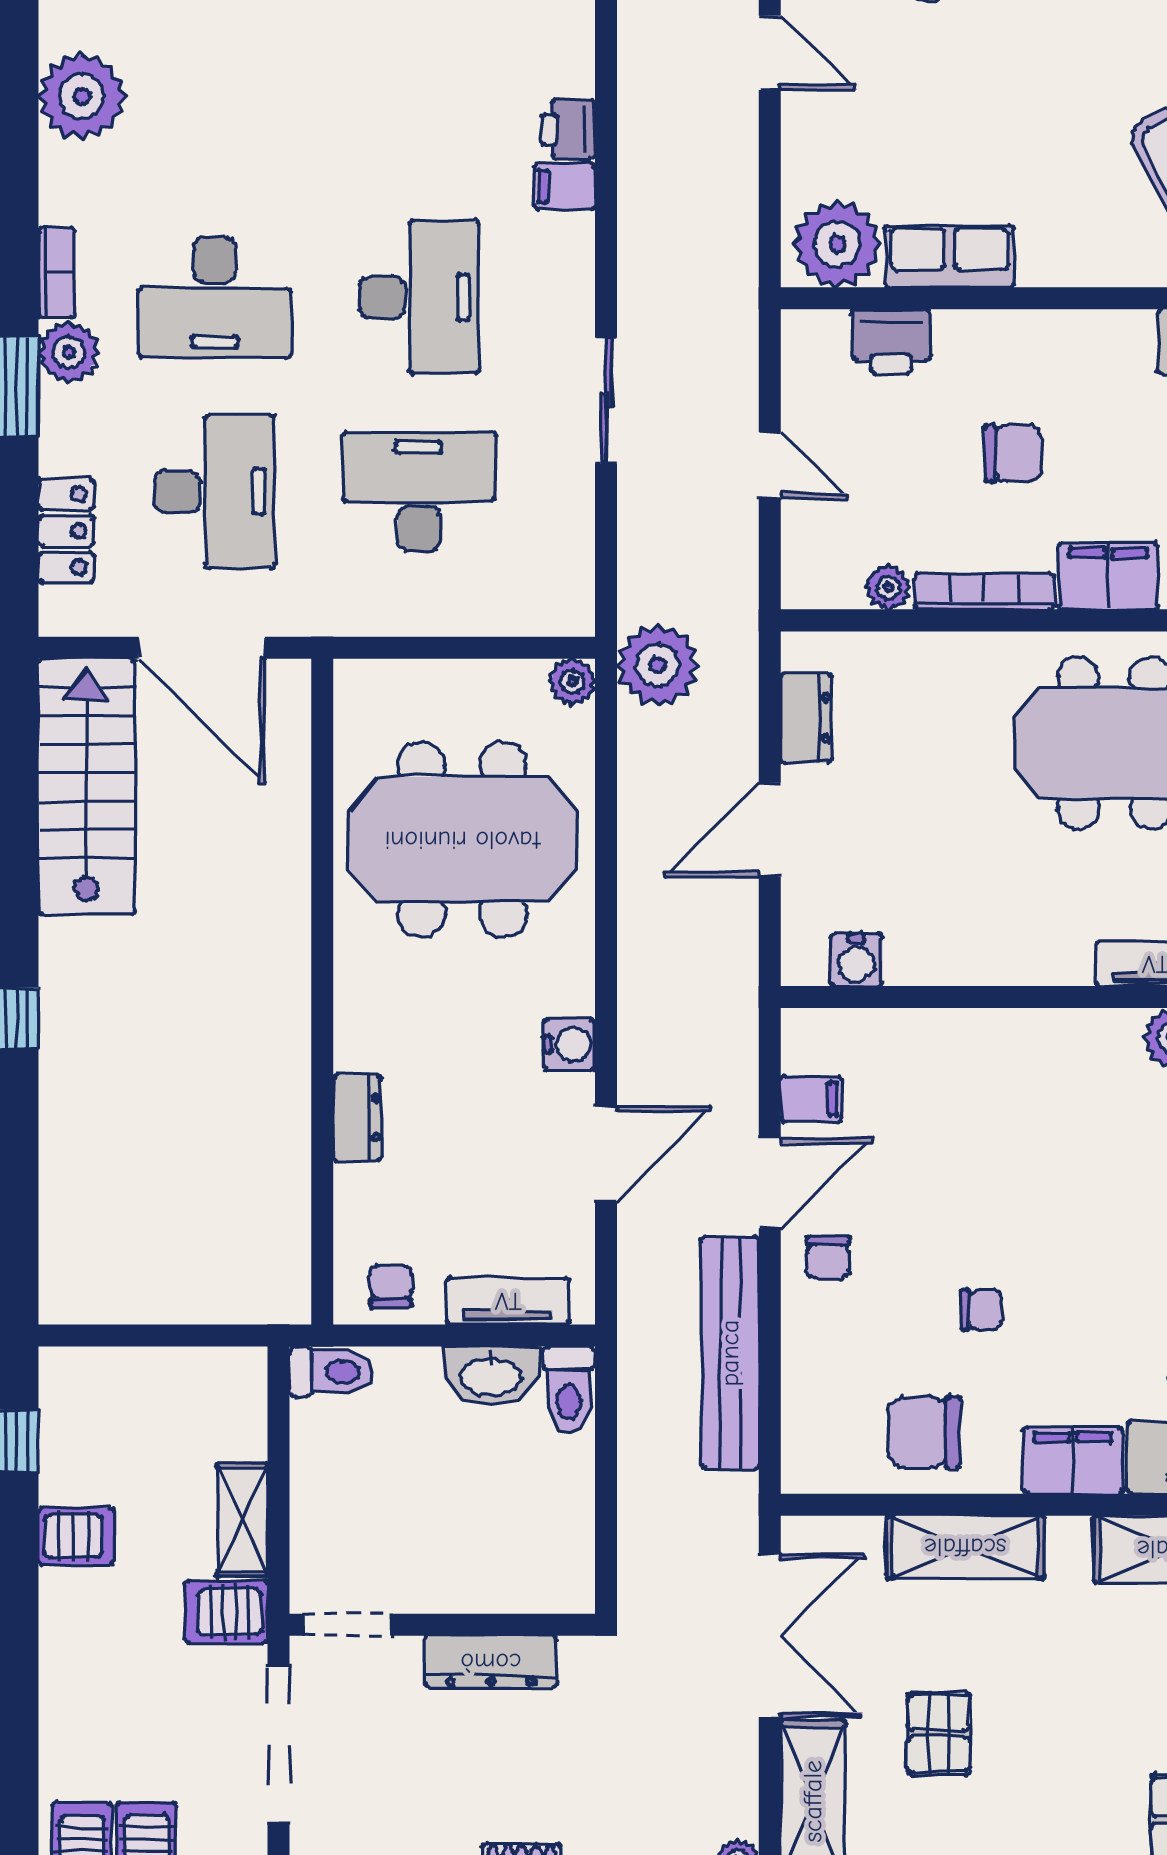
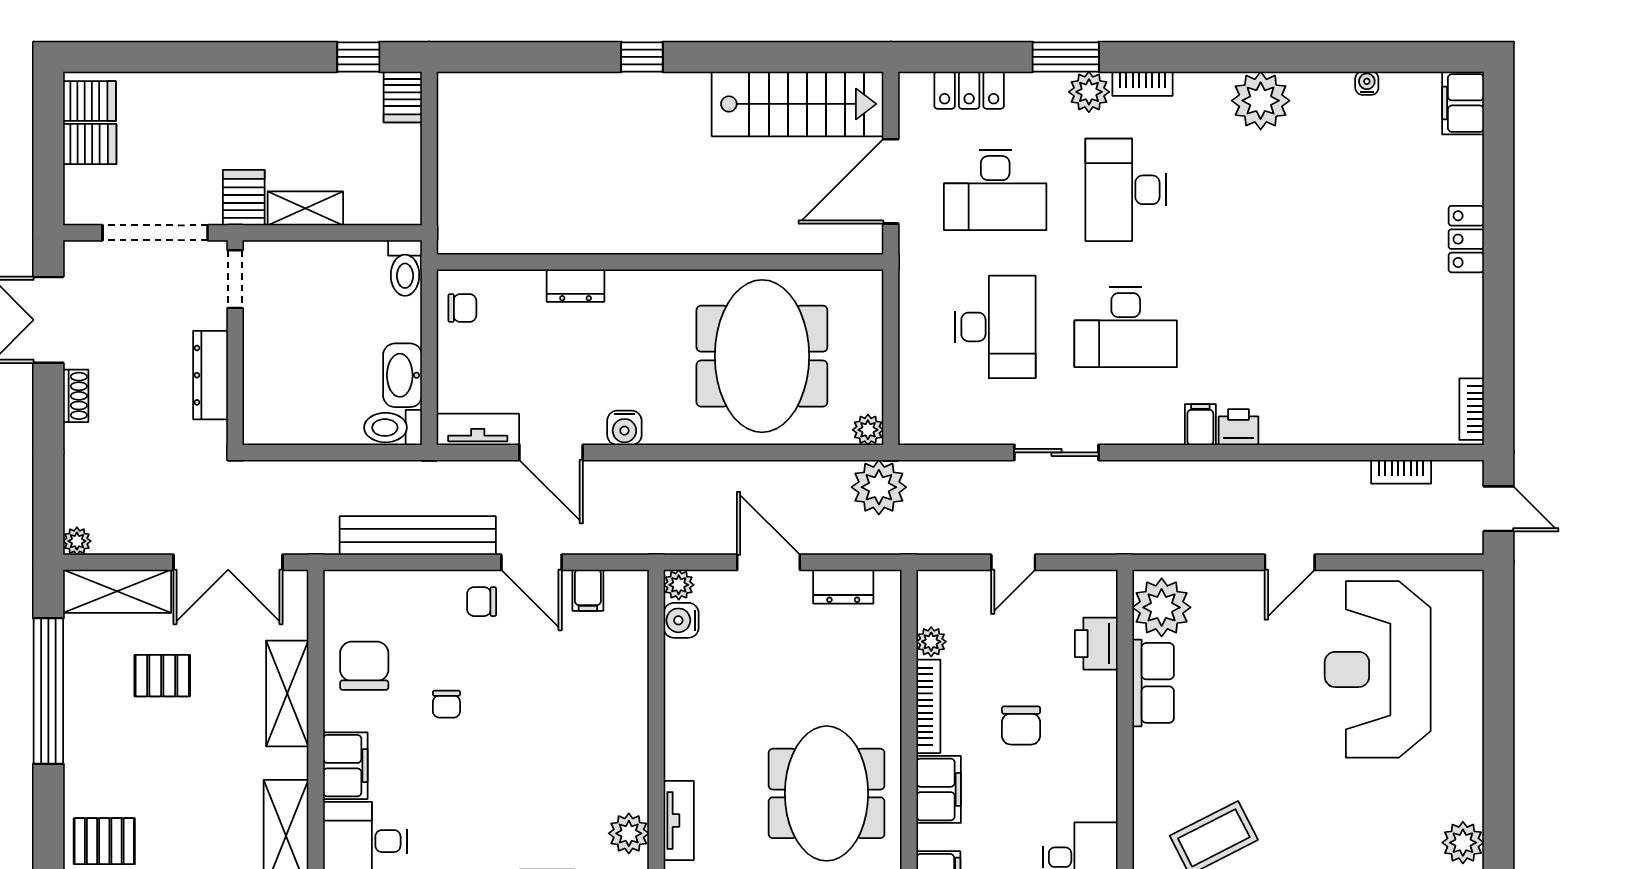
plant: (803, 964) -> (679, 585), added
tv unit: (508, 1301) -> (478, 429), moved, turned -90
server rack: (76, 1536) -> (403, 97), moved

